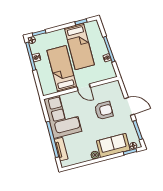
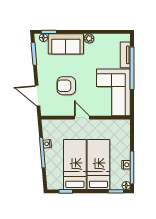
bed: (62, 69) -> (98, 164), moved, turned 180
door: (129, 106) -> (38, 96), moved

